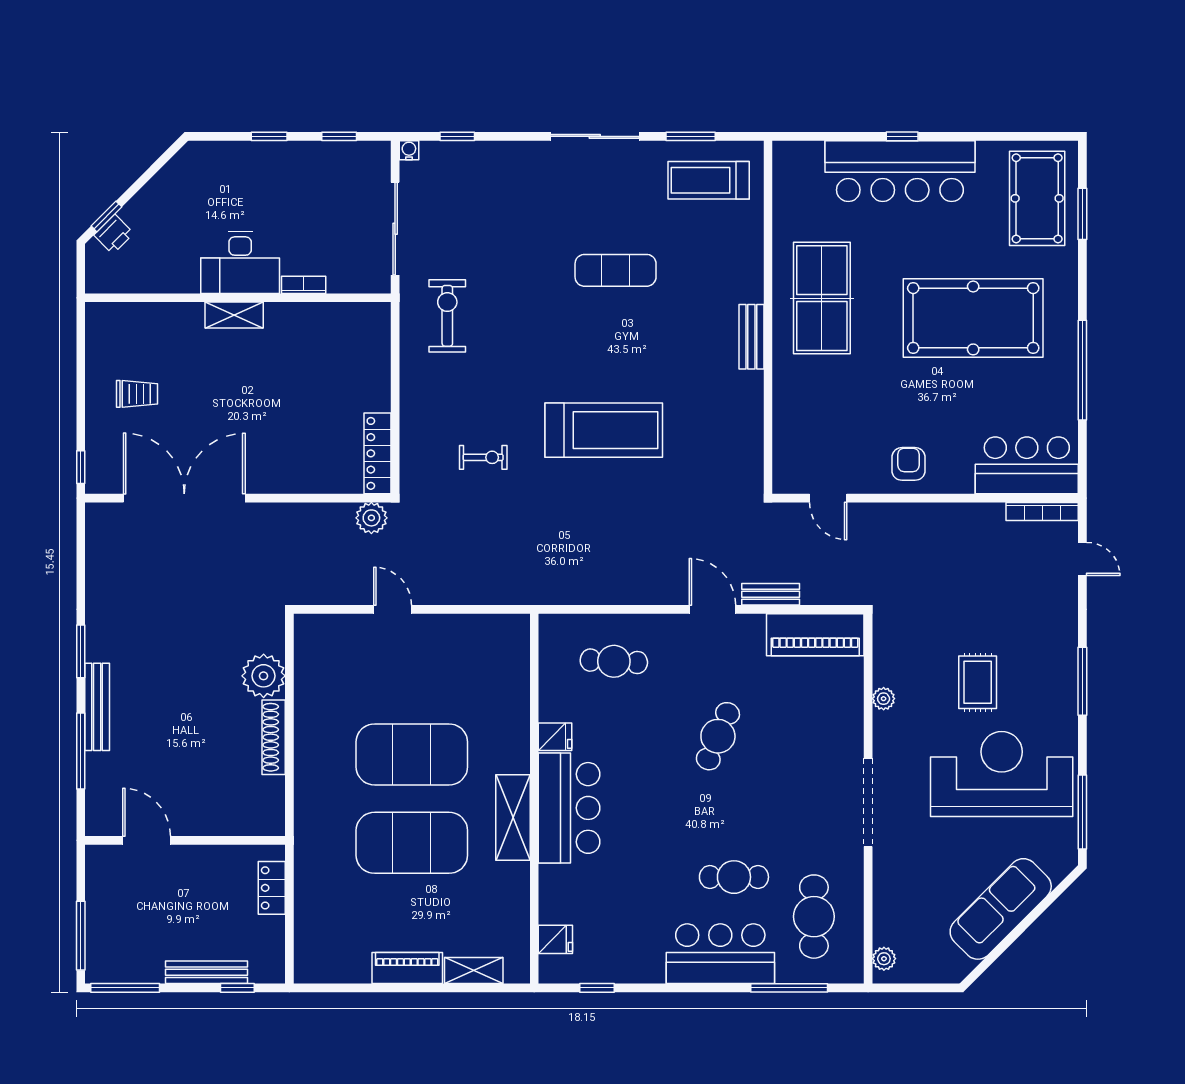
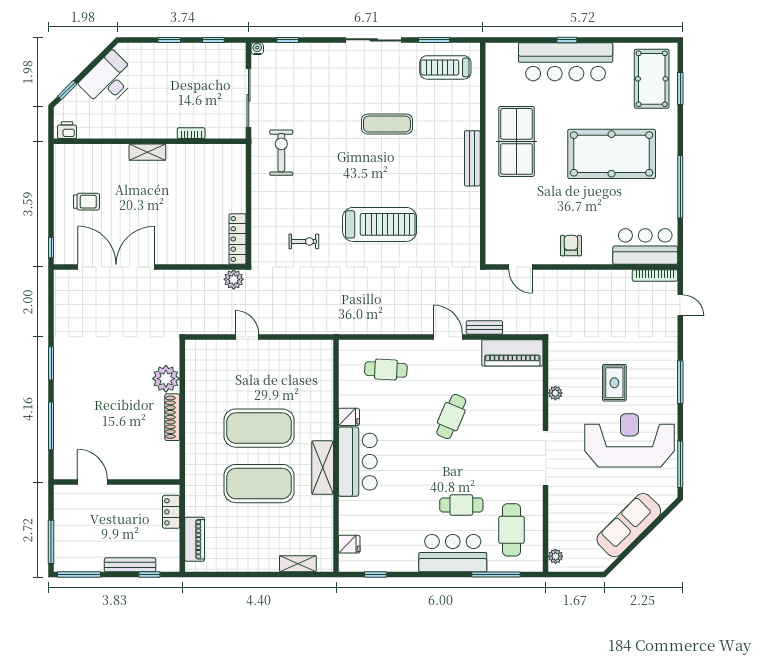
printer: (114, 234) -> (67, 130), moved, turned -135
desk: (240, 263) -> (109, 80), moved, turned 135
bench: (751, 337) -> (472, 158), width x1.36
bench: (97, 707) -> (61, 398), removed
piano: (407, 968) -> (195, 539), moved, turned 90

